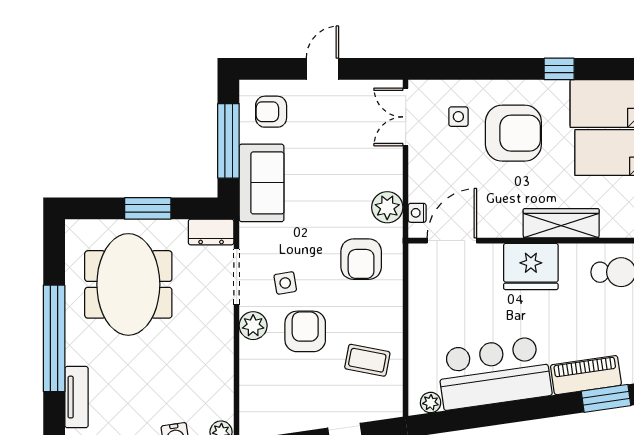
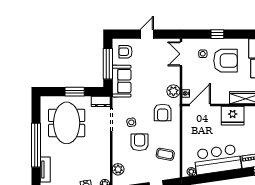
window: (559, 69) -> (217, 34), moved
plant: (253, 326) -> (118, 169), moved

